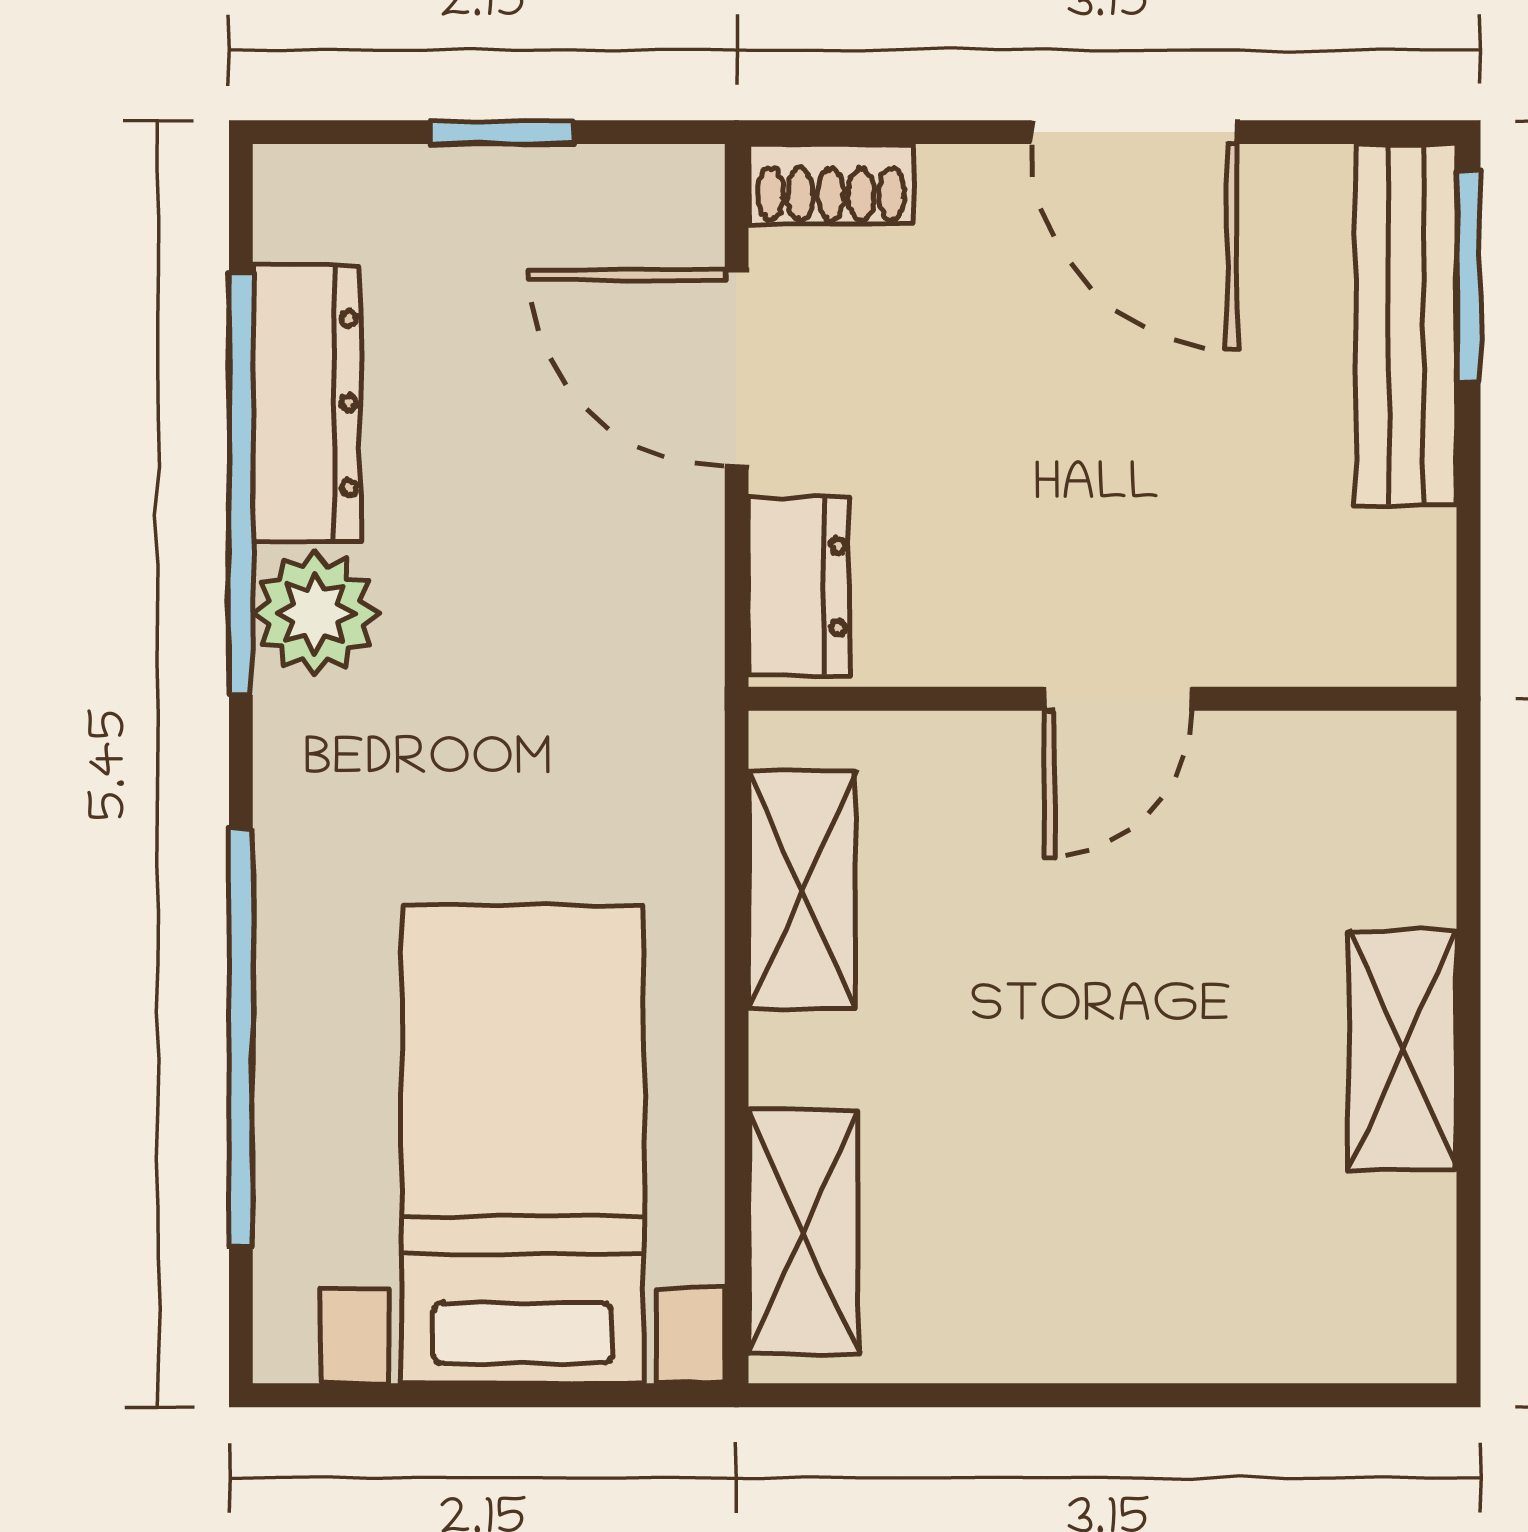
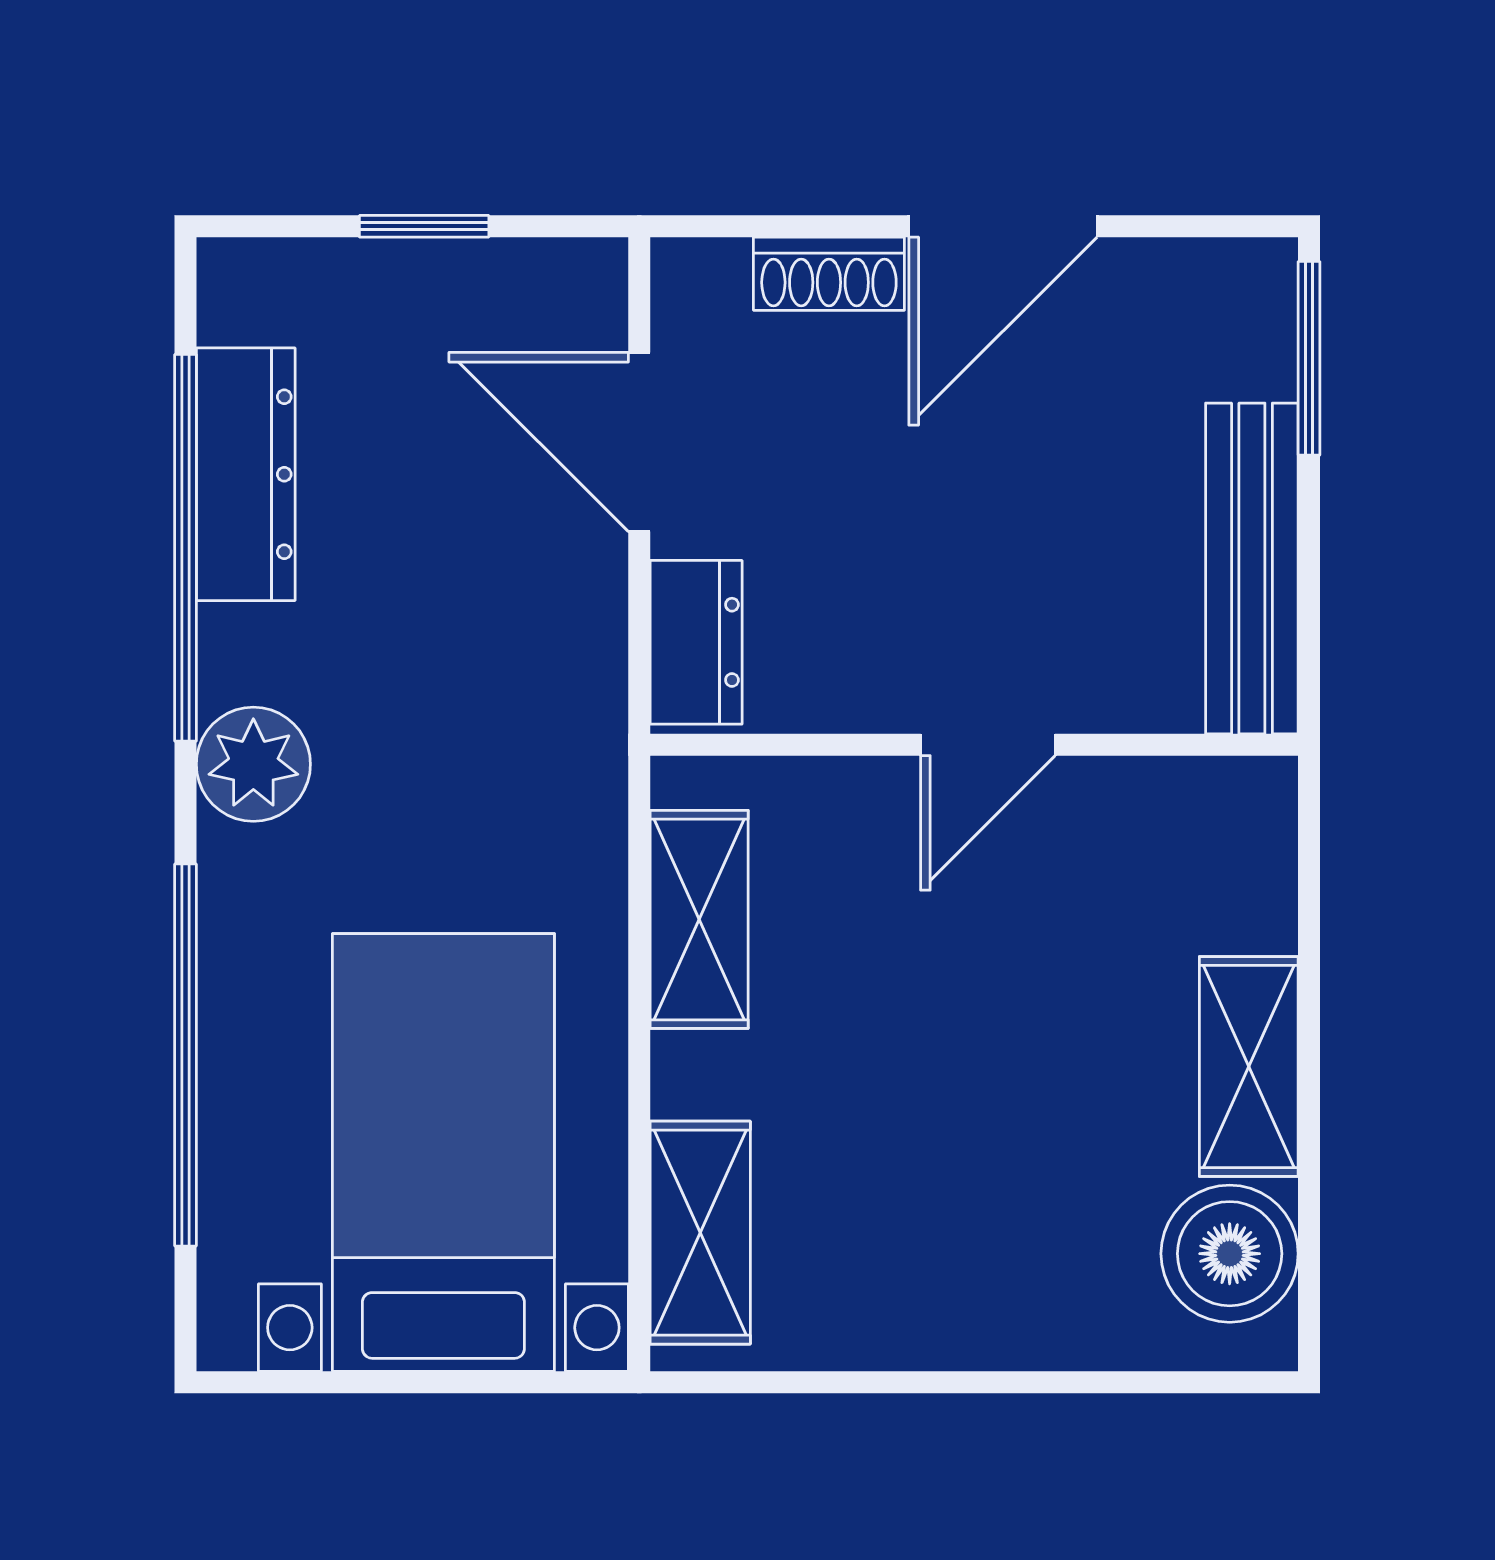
door: (1134, 132) -> (1003, 226), hinge flipped
shoe rack: (831, 184) -> (829, 274), moved
bench: (1406, 325) -> (1252, 569), moved
plant: (315, 613) -> (253, 764), moved
boiler: (1382, 1255) -> (1230, 1254), added

